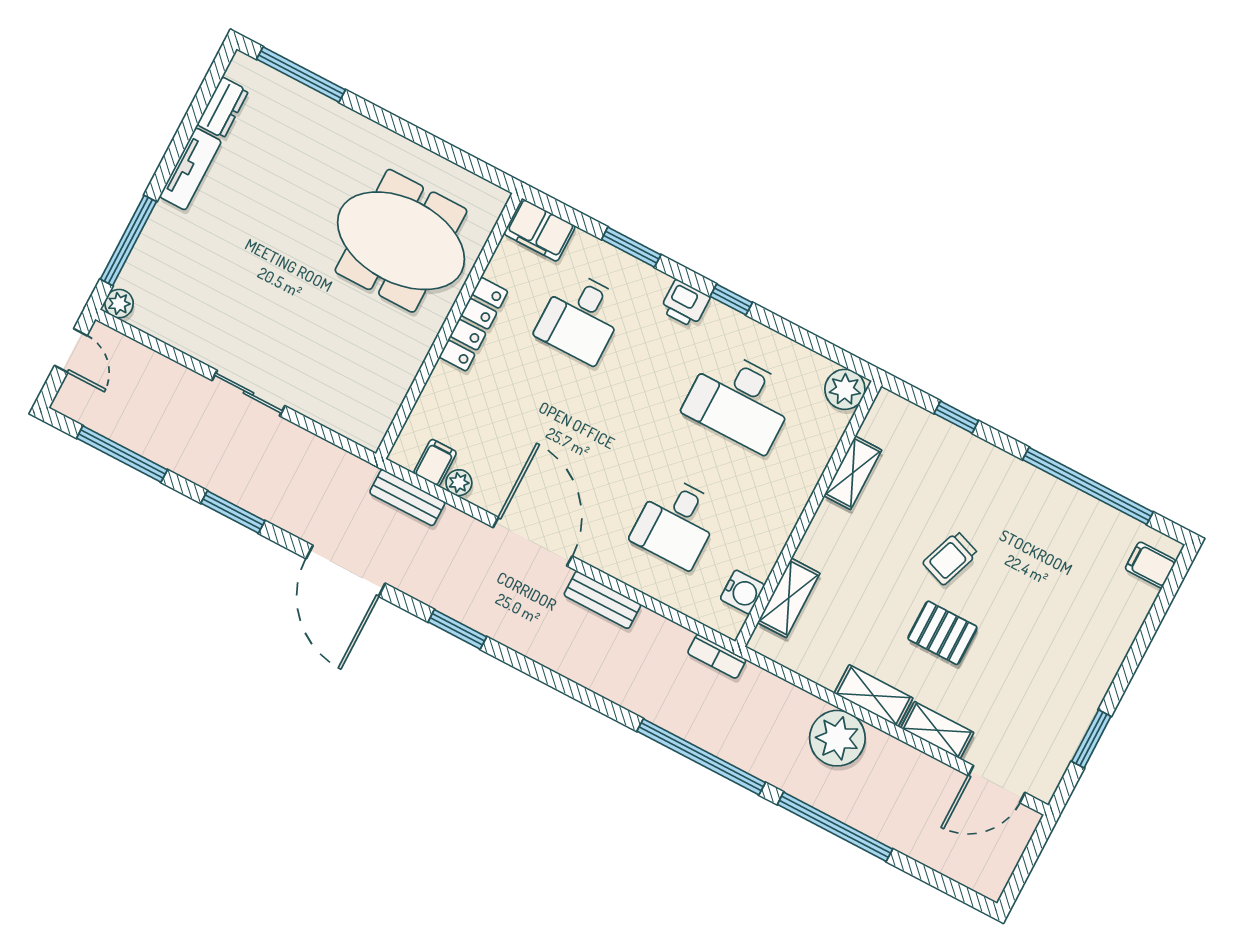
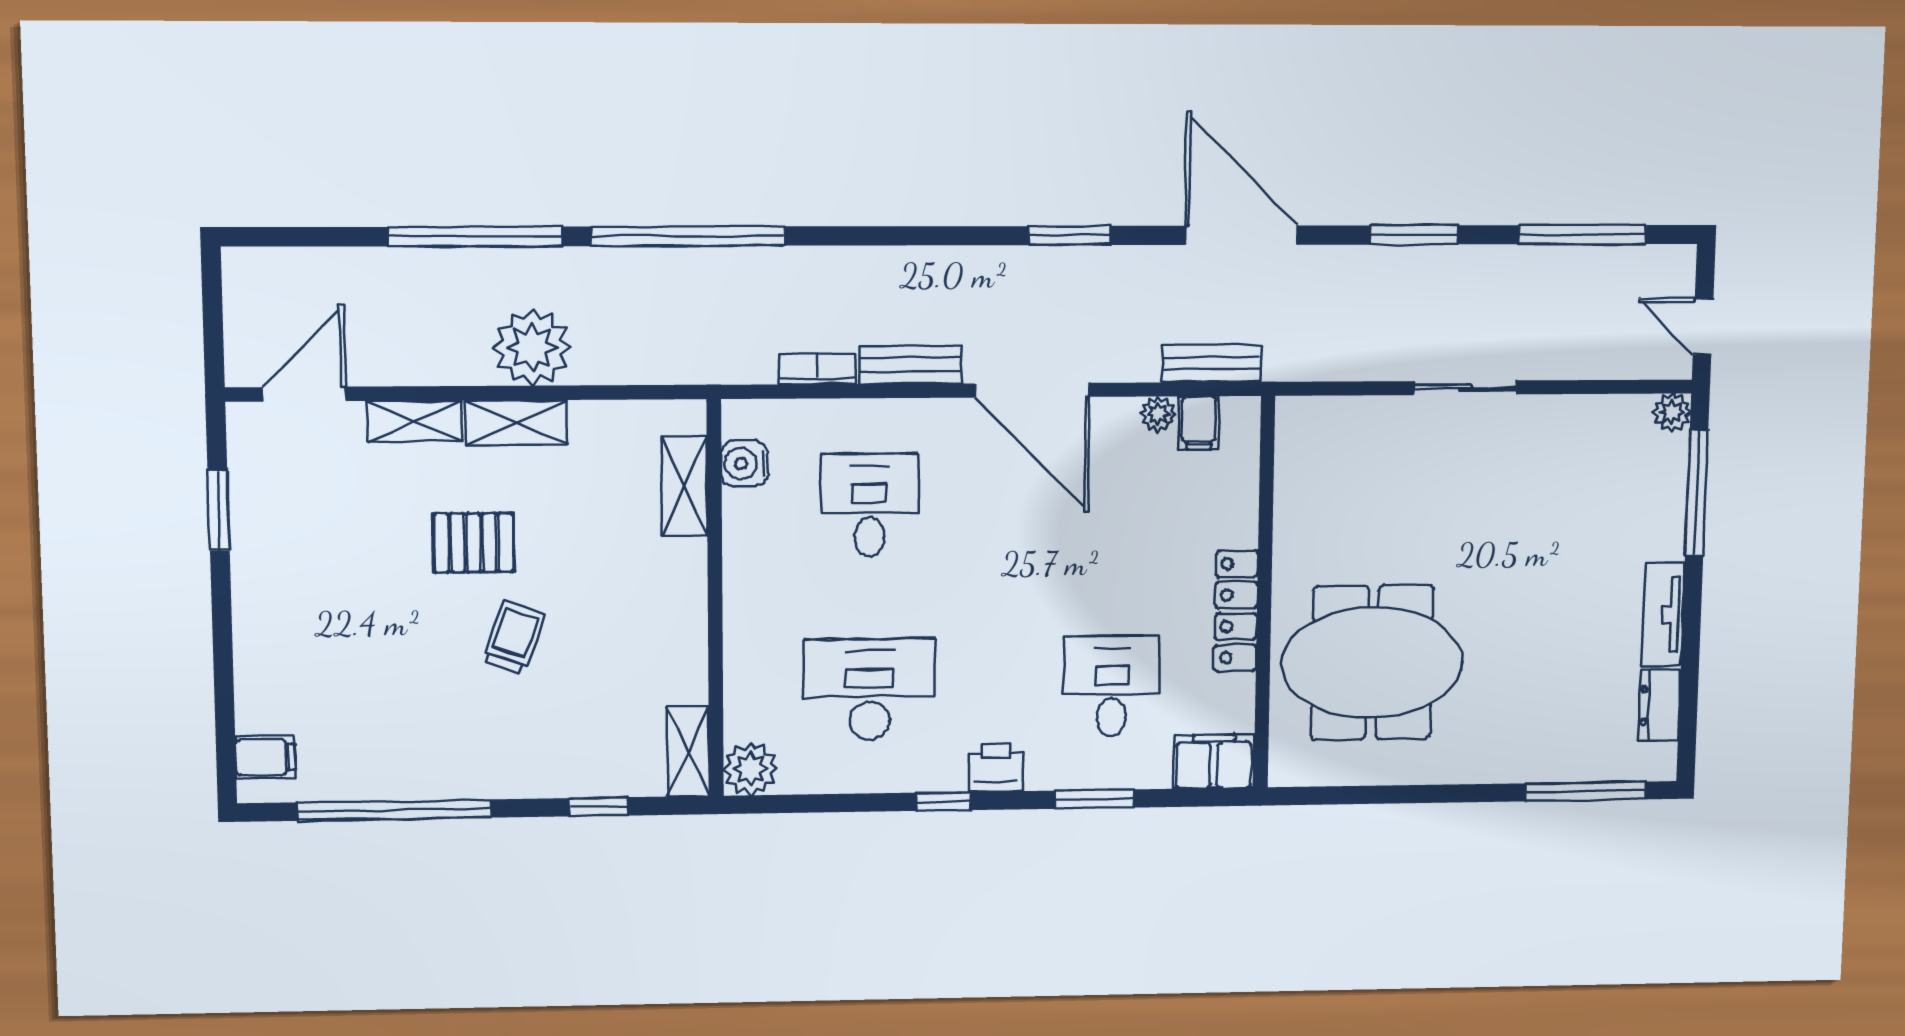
shelving: (853, 473) -> (688, 751), moved
bookcase: (717, 656) -> (817, 369), moved

